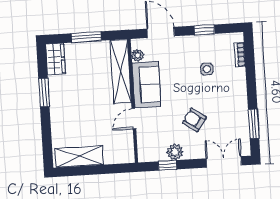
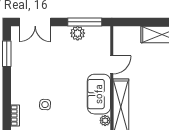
armchair: (194, 120) -> (59, 60), removed
window: (168, 165) -> (85, 22), width x2.17

